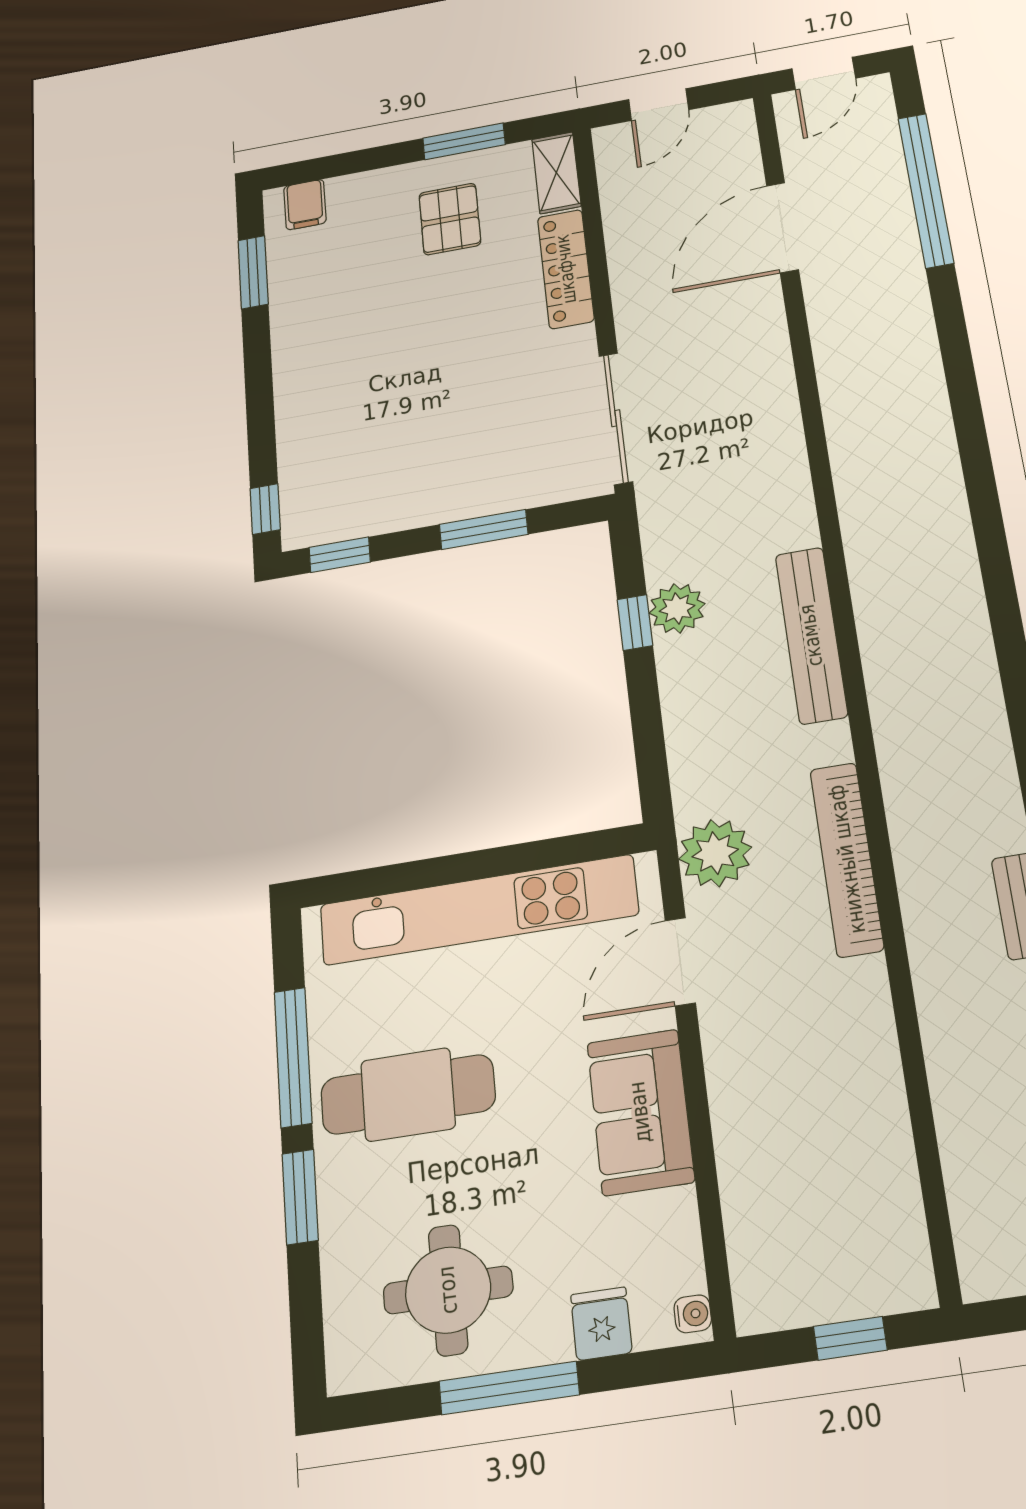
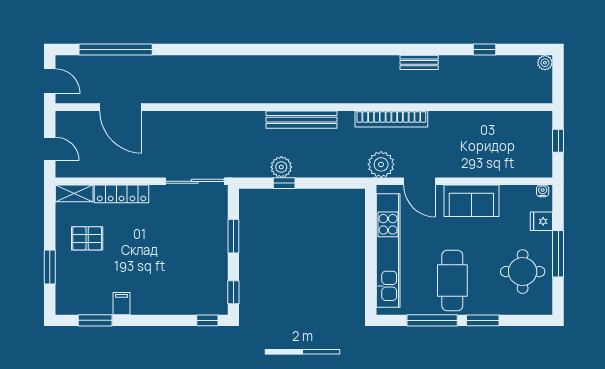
window: (464, 141) -> (50, 267), moved
filing cabinet: (305, 205) -> (122, 304), moved, turned -90

